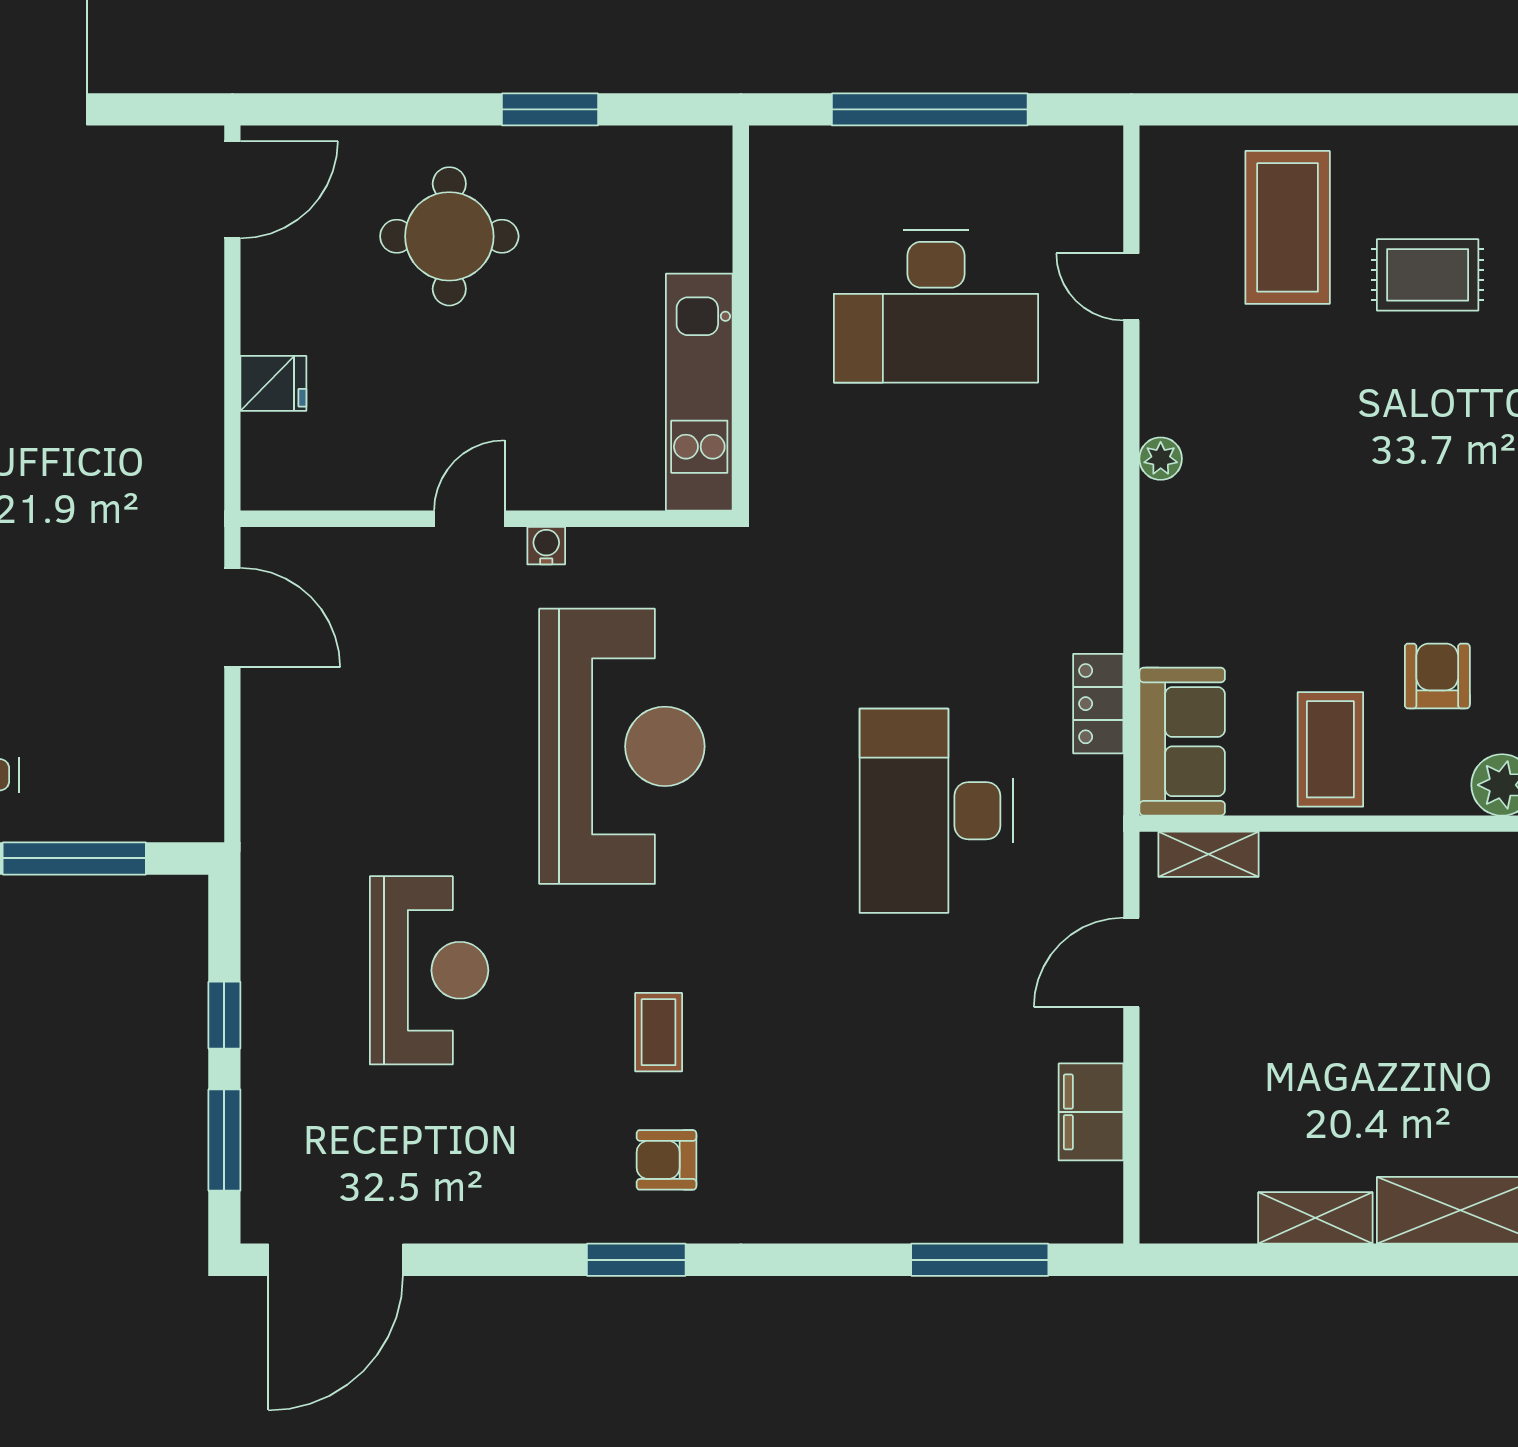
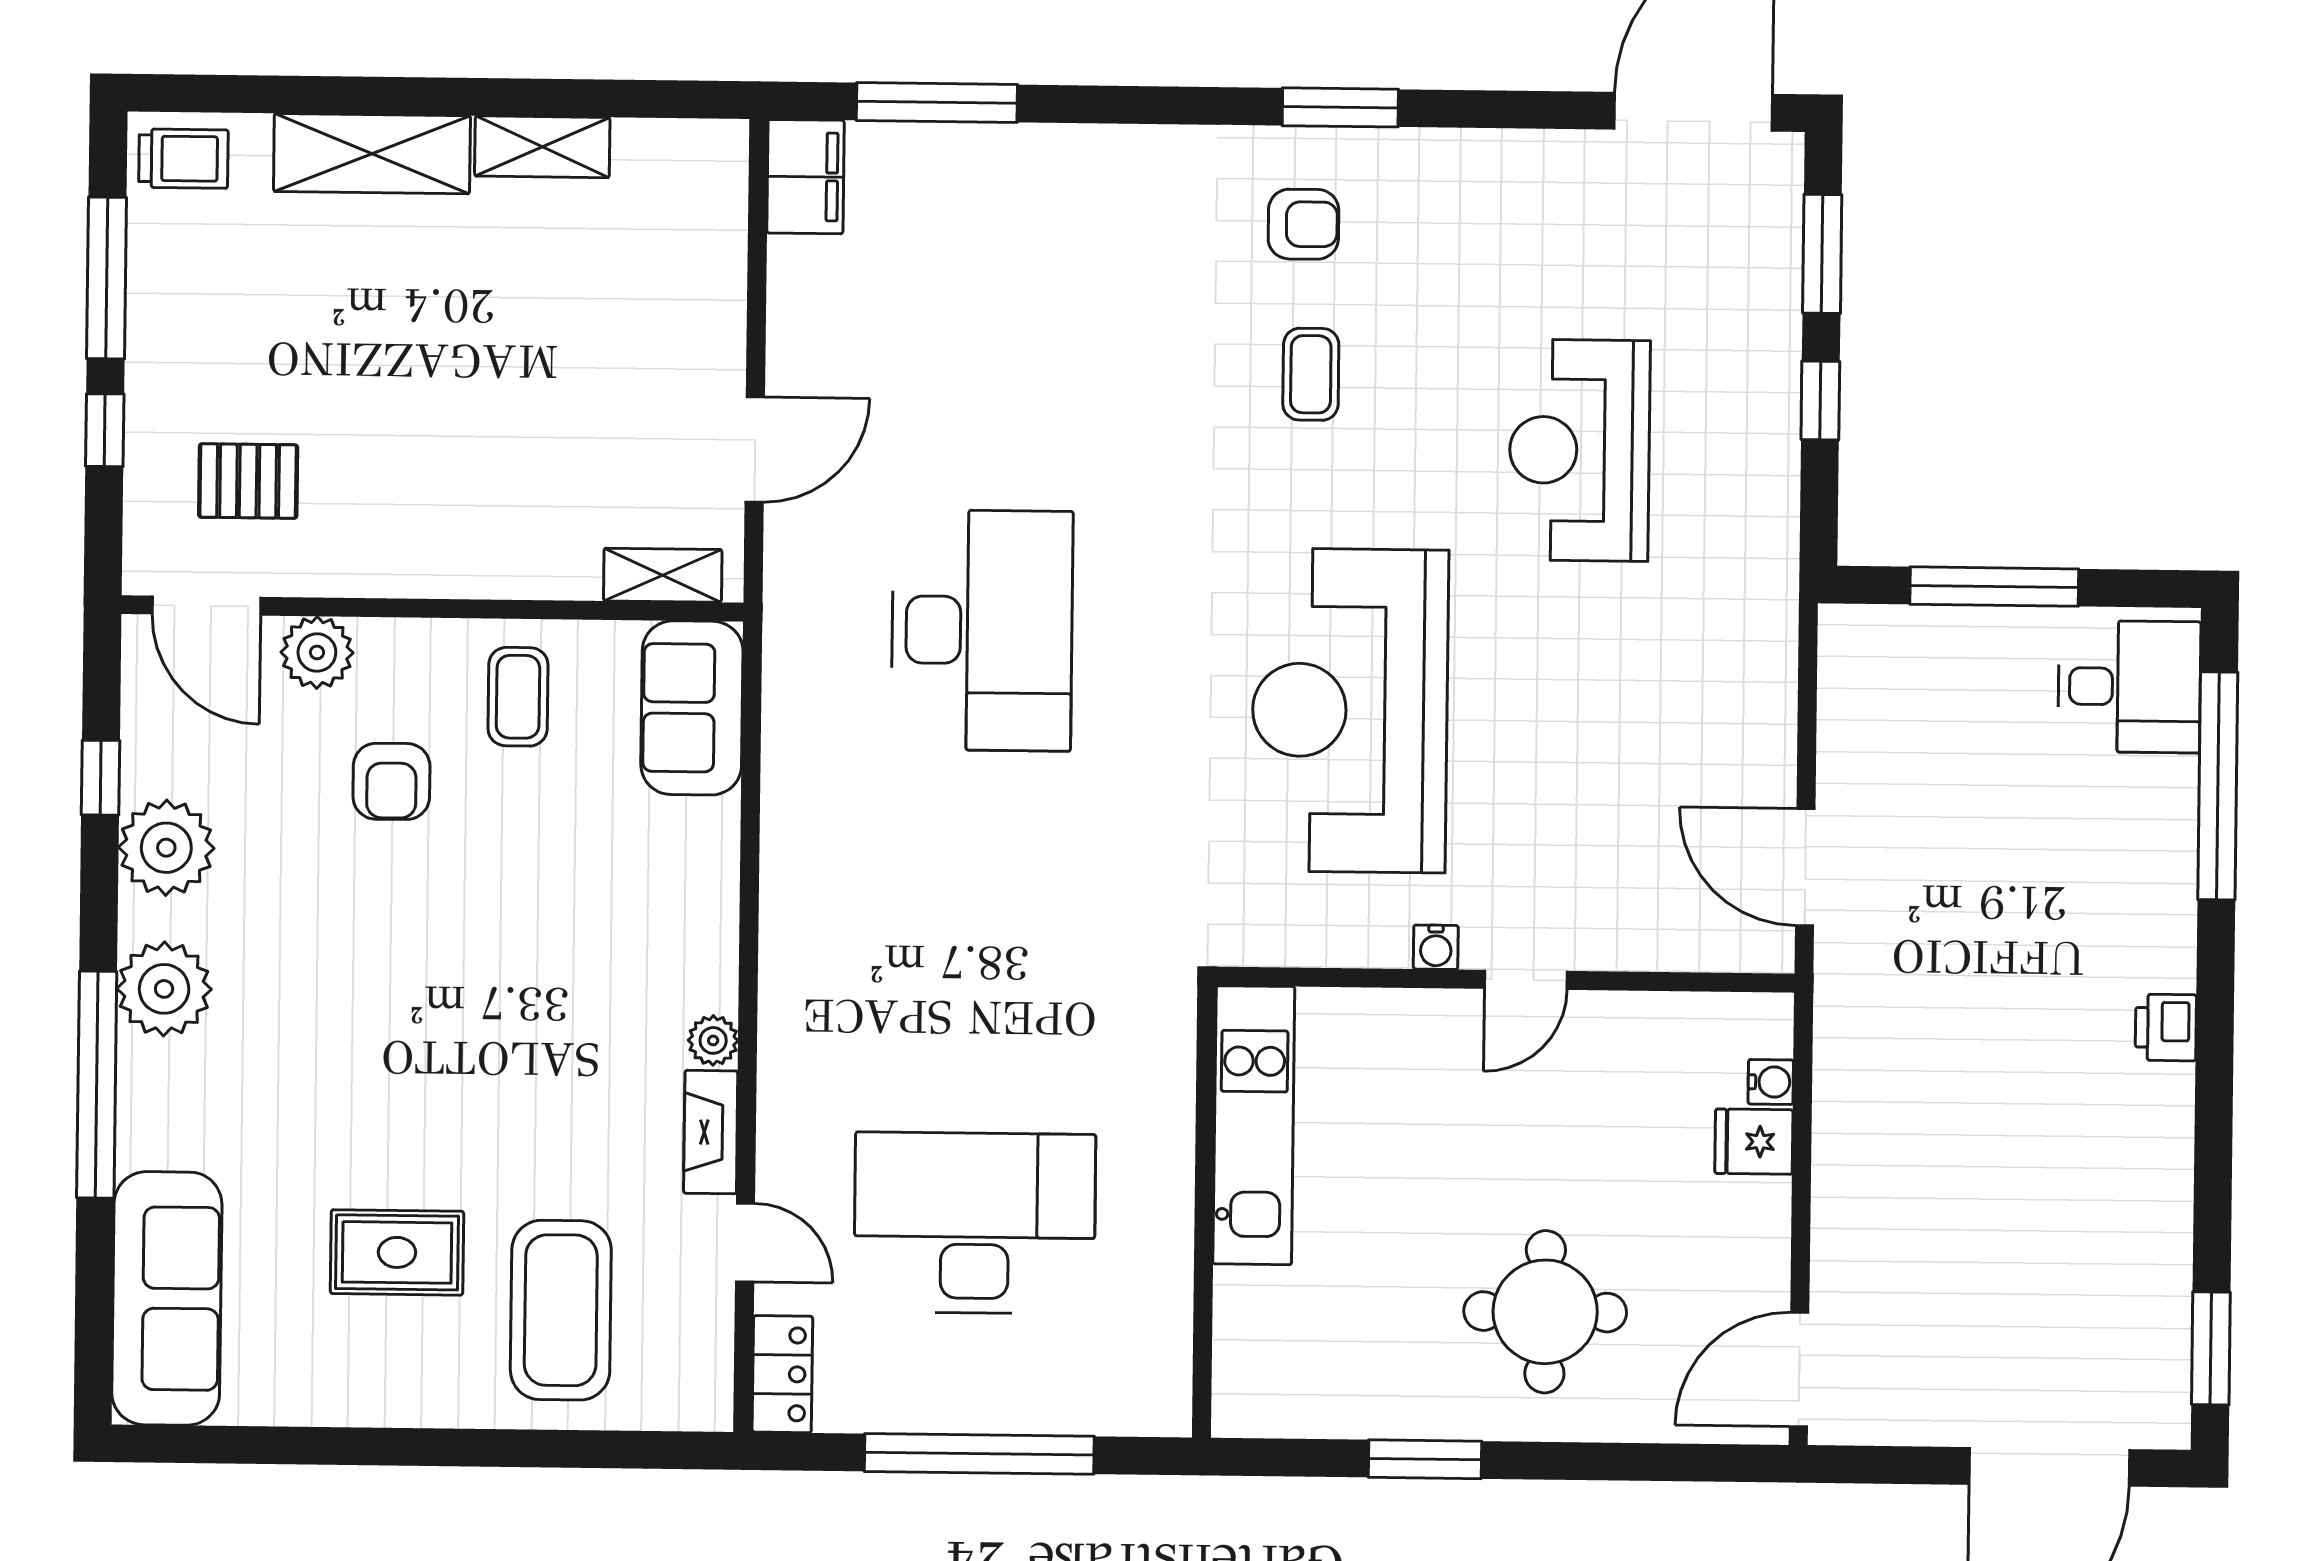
fireplace: (1162, 381) -> (711, 1132), added
water cooler: (260, 434) -> (1771, 1082), added
locker: (1098, 704) -> (782, 1374), moved
coffee table: (1330, 749) -> (518, 697), width x0.73, depth x0.77
filing cabinet: (1091, 1112) -> (805, 177), moved

